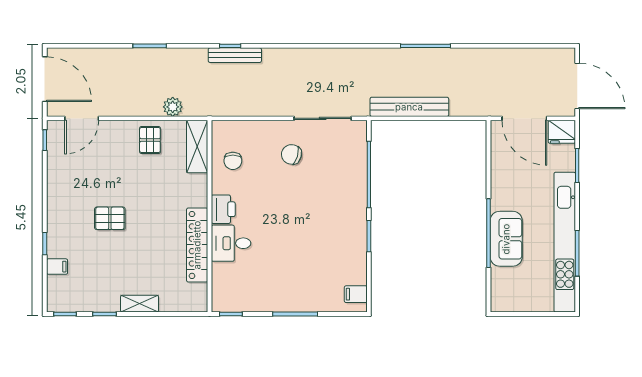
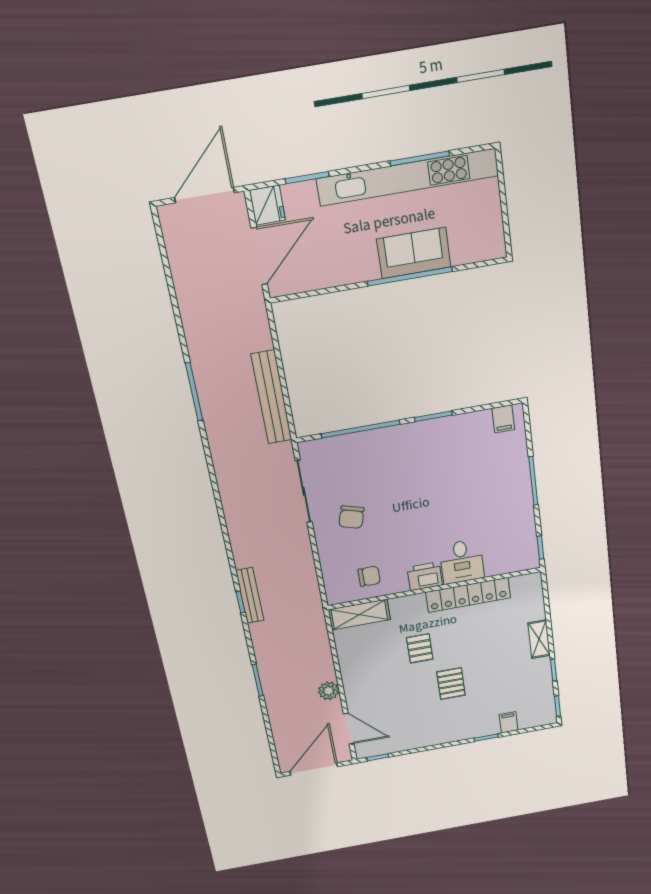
plant: (173, 107) -> (329, 691), moved
pallet: (150, 140) -> (420, 648), moved, turned 90

